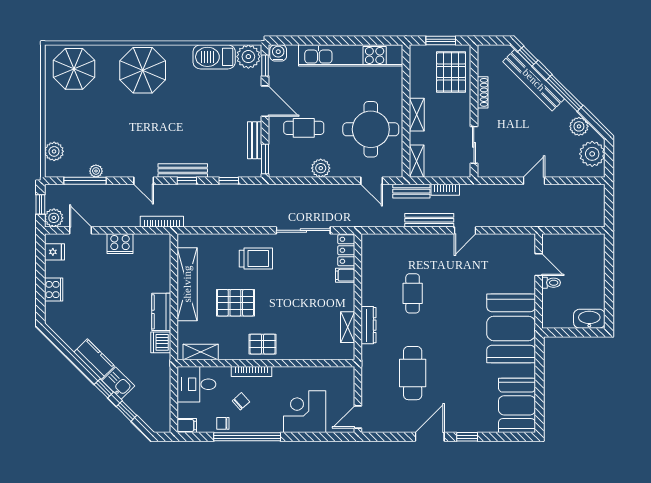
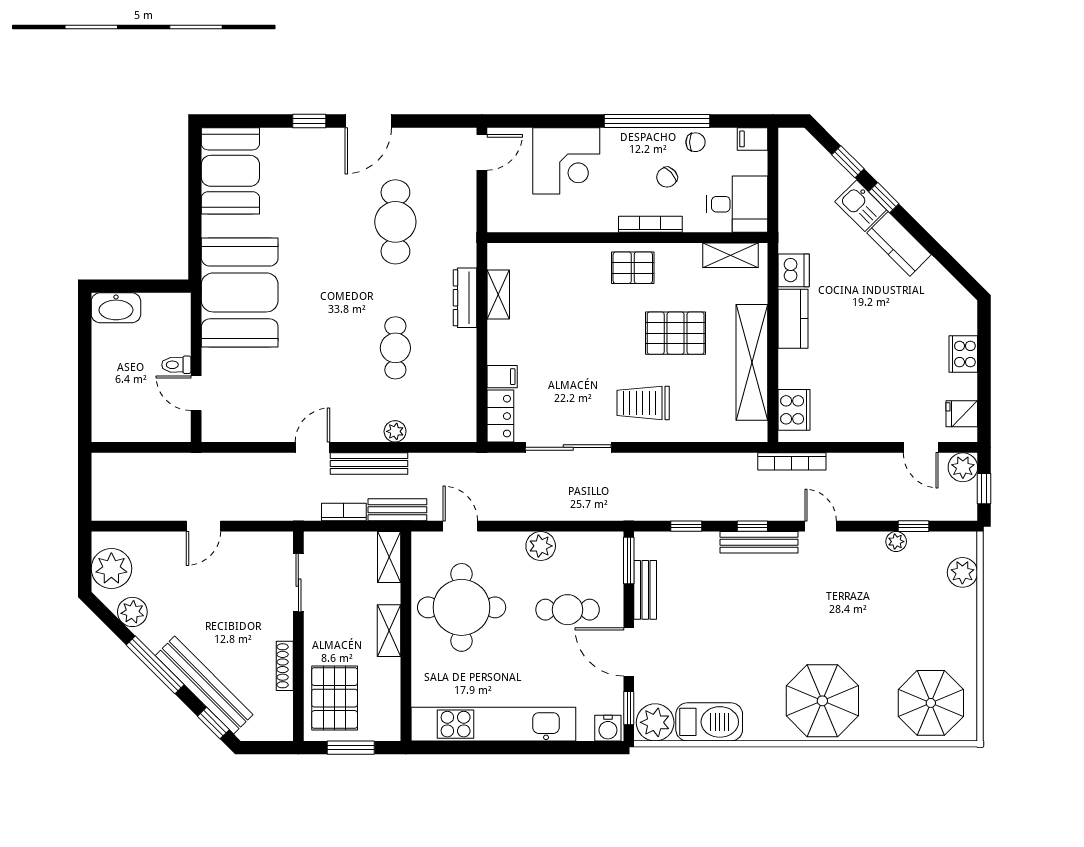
window: (85, 181) -> (913, 526), width x0.46
plant: (413, 241) -> (395, 431), added
cooker: (120, 244) -> (794, 410), moved, turned 90

